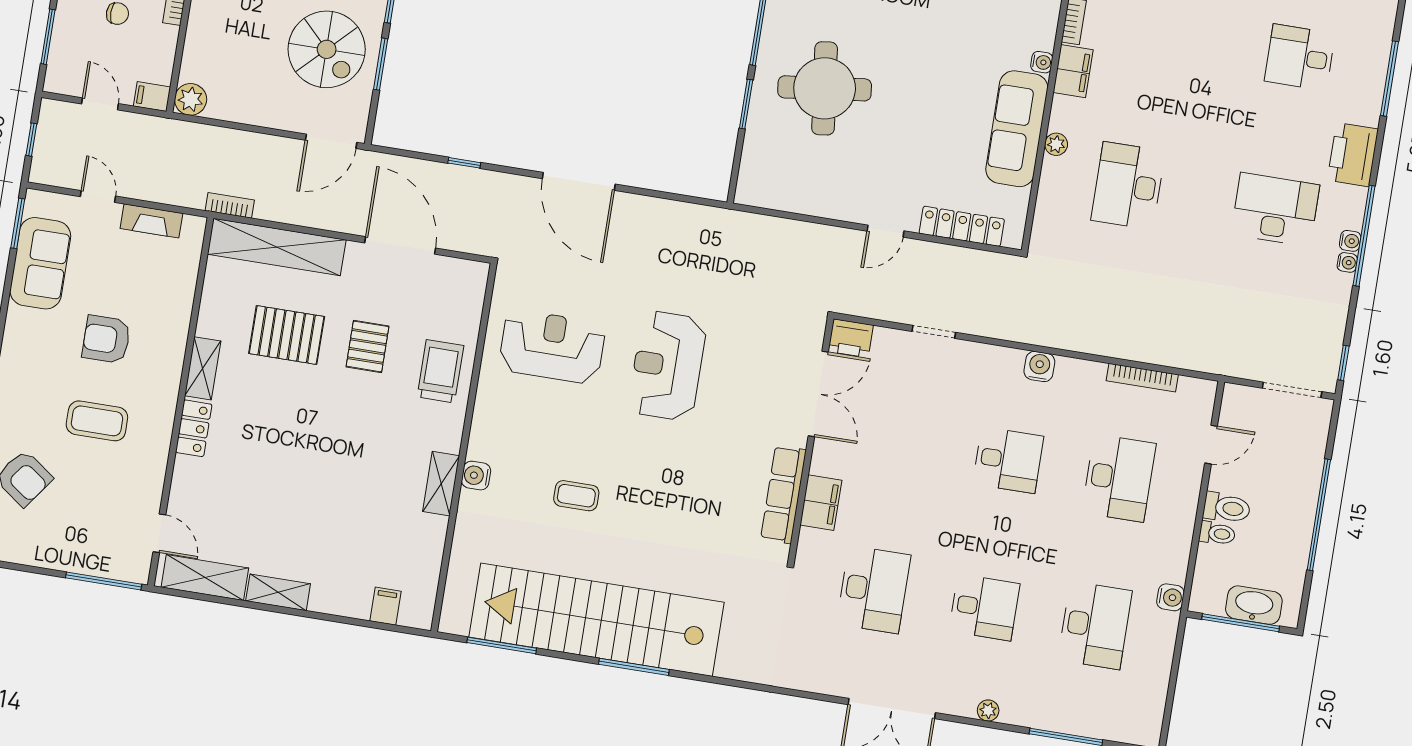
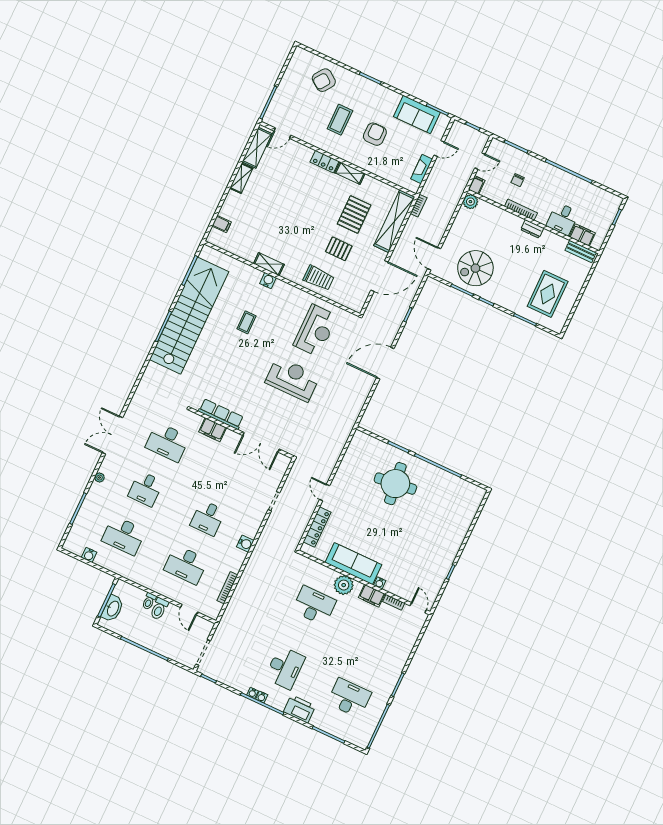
desk: (1300, 57) -> (349, 698), width x1.37
plant: (1056, 144) -> (344, 585), width x1.88, depth x1.88
printer: (851, 338) -> (282, 464), removed
water cooler: (1170, 597) -> (89, 555), moved

